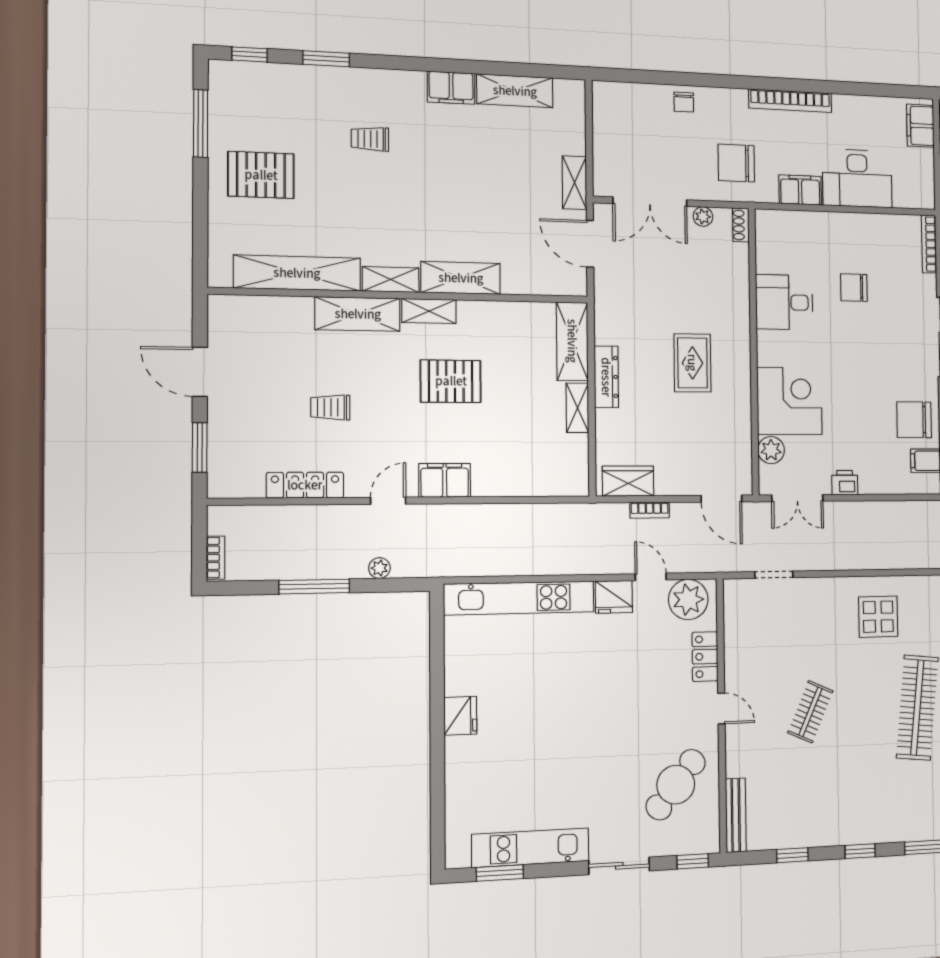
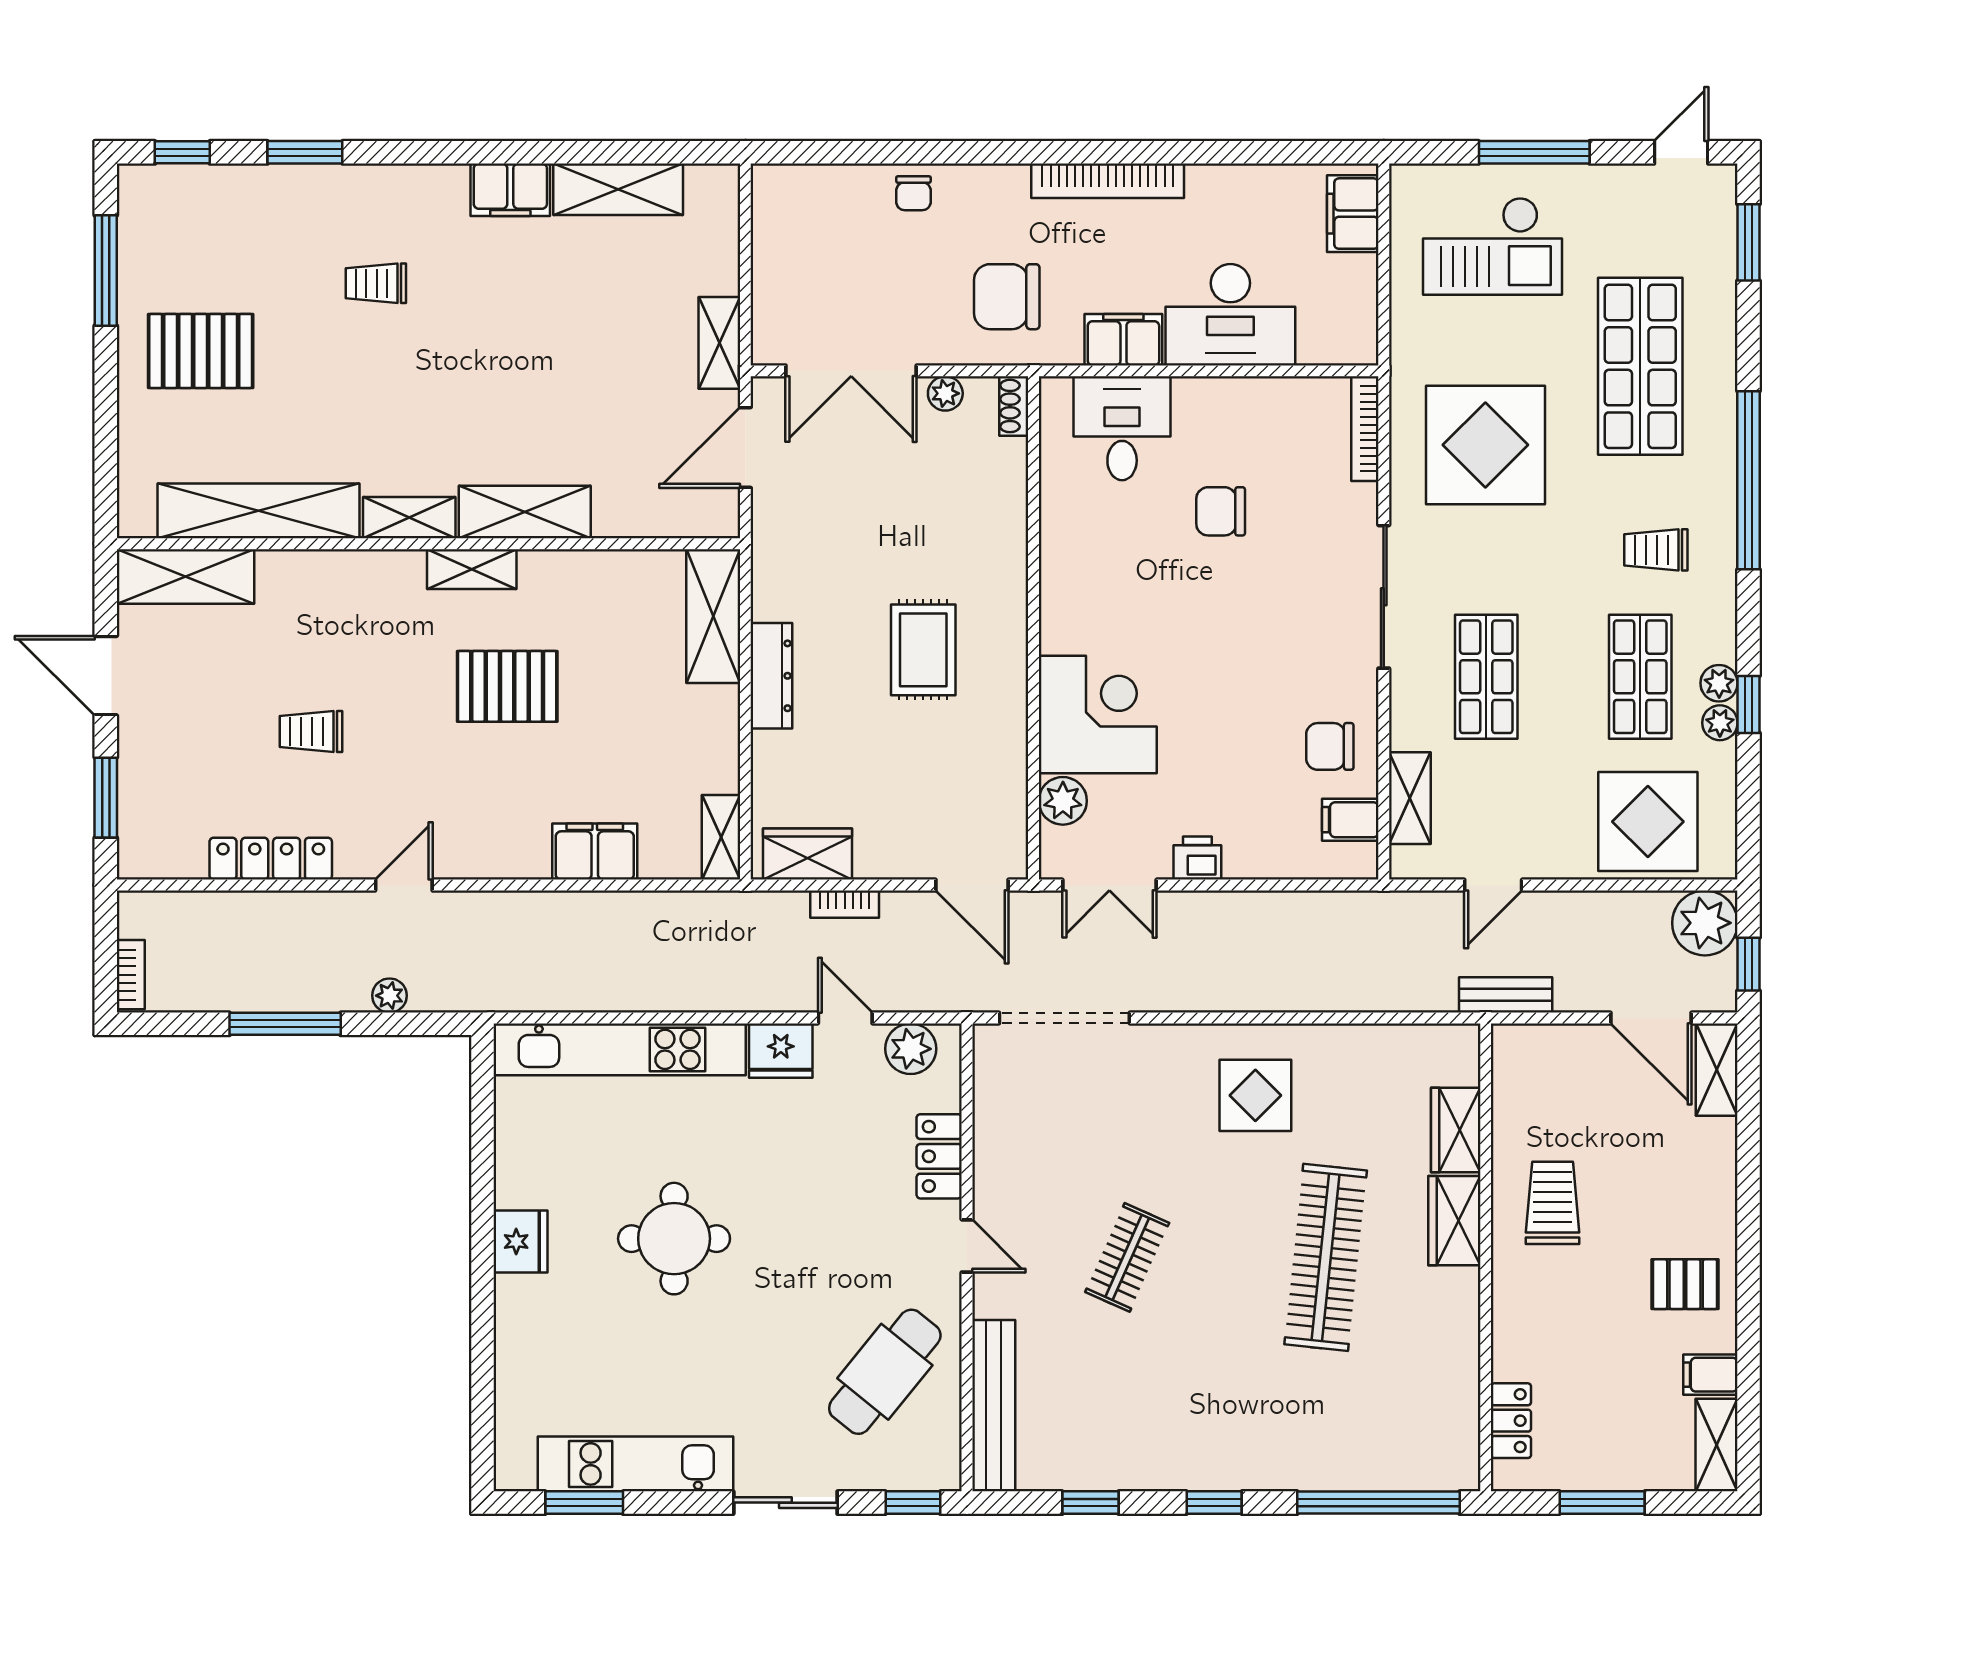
door: (590, 244) -> (745, 448), hinge flipped
desk: (784, 302) -> (1122, 428), moved, turned 90
shelving: (358, 314) -> (185, 576), moved
shelving: (577, 408) -> (721, 837), moved
chair: (914, 420) -> (1330, 746), width x0.73, depth x0.73
filing cabinet: (445, 480) -> (595, 852), moved
doorway: (774, 575) -> (1064, 1018), width x1.88
plant: (688, 600) -> (911, 1049), width x0.73, depth x0.73
round table: (552, 711) -> (674, 1239), added
bench: (736, 815) -> (994, 1406), width x1.37, depth x1.21

